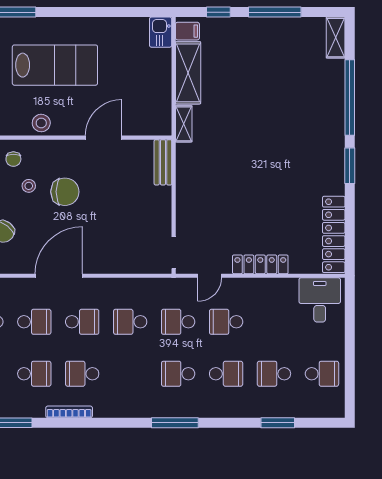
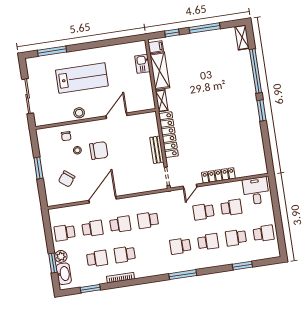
kitchen sink: (161, 32) -> (142, 64), moved
bench: (163, 162) -> (157, 150), moved
locker: (334, 234) -> (169, 135), moved, turned 180
school desk: (178, 322) -> (231, 207), moved, turned 180

